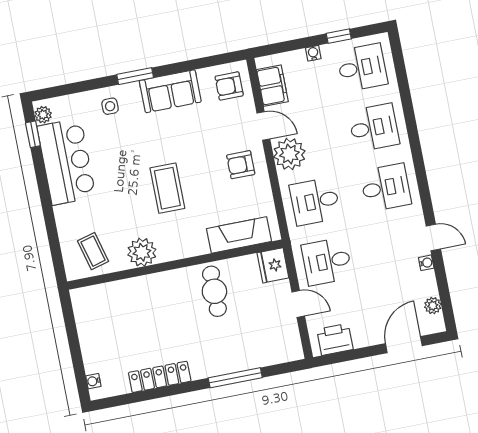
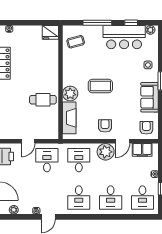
window: (33, 134) -> (131, 23), moved
window: (49, 217) -> (97, 23), added
plant: (142, 252) -> (70, 94), moved
fridge: (273, 265) -> (50, 32), moved, turned 180

